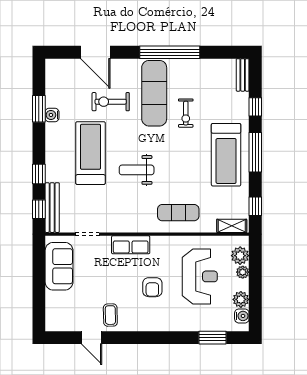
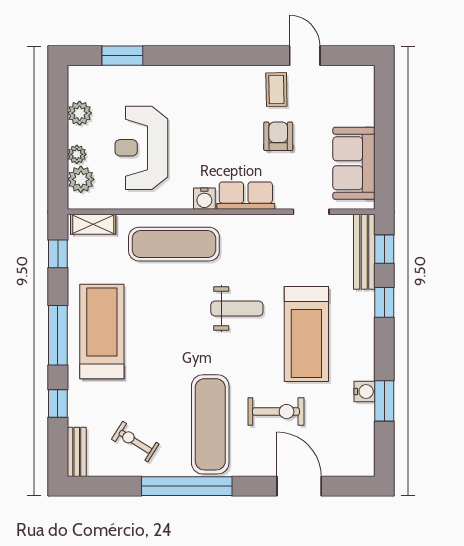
exercise bike: (186, 113) -> (135, 442), moved, turned -58
exercise mat: (178, 213) -> (174, 244), width x1.36, depth x1.45
armchair: (152, 287) -> (278, 136), moved
water cooler: (242, 316) -> (204, 199), moved, turned -90

